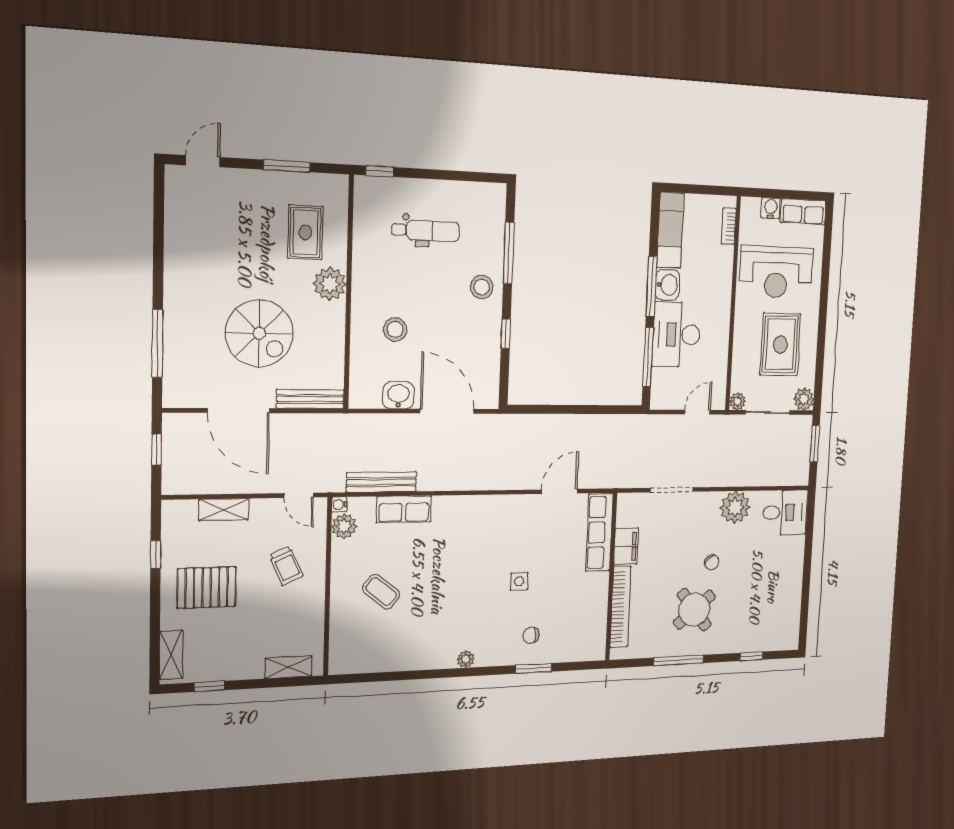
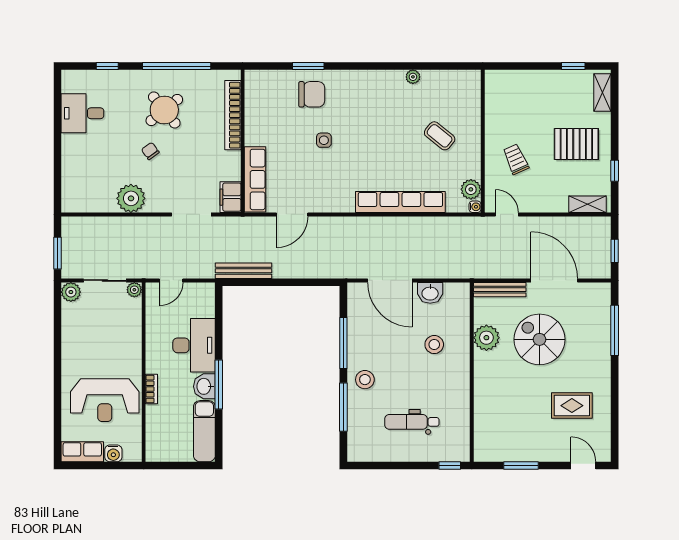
door: (203, 161) -> (583, 466), swing flipped
bookcase: (729, 226) -> (151, 389), moved
rug: (305, 232) -> (572, 406), moved, turned 90
reception desk: (776, 272) -> (105, 400), turned 180
plant: (330, 284) -> (486, 338), moved
window: (506, 334) -> (343, 343), width x2.17
rug: (780, 344) -> (97, 339), removed
window: (648, 357) -> (219, 326), removed
bench: (381, 482) -> (244, 271), moved
row of seats: (404, 509) -> (400, 202), width x2.02
shelving: (224, 510) -> (588, 204), moved
desk: (785, 513) -> (82, 113), moved
filing cabinet: (626, 546) -> (230, 197), moved
chair: (531, 635) -> (312, 94), width x1.87, depth x1.87
plant: (466, 659) -> (413, 77), moved
window: (679, 660) -> (177, 66), width x1.46
shelving: (289, 667) -> (512, 78), removed

